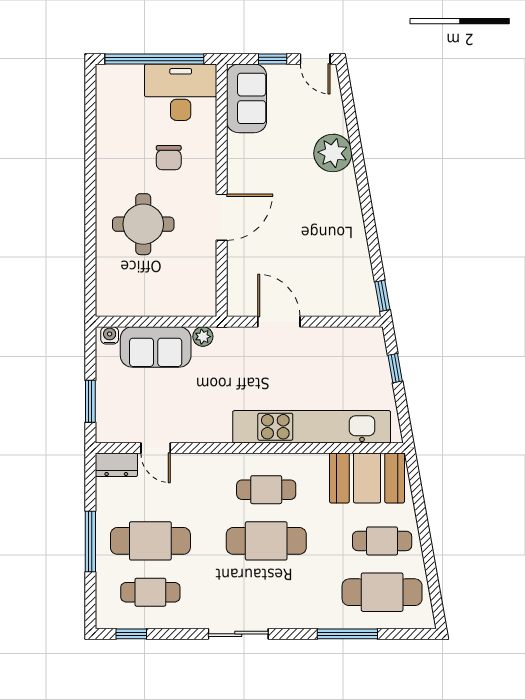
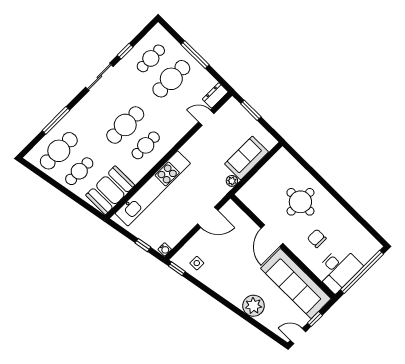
sofa: (246, 98) -> (296, 284), width x1.85, depth x1.27
side table: (350, 278) -> (197, 263), added
water cooler: (110, 335) -> (165, 249), moved
window: (131, 634) -> (125, 51), moved

